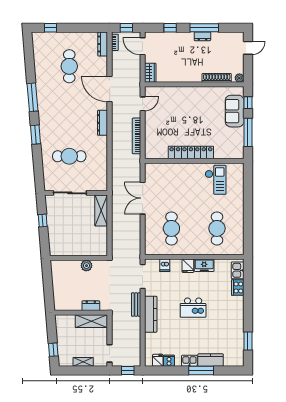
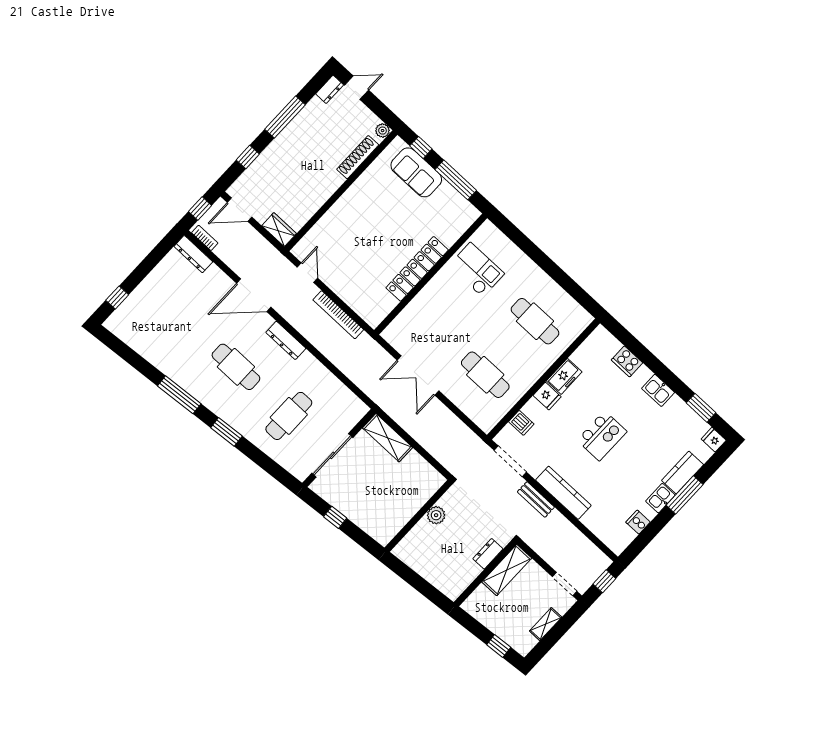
dresser: (202, 36) -> (330, 89), moved
door: (248, 48) -> (357, 88), hinge flipped
cafe table: (69, 66) -> (236, 367), moved
kitchen sink: (238, 270) -> (658, 390), moved
fridge: (158, 360) -> (714, 440), moved

